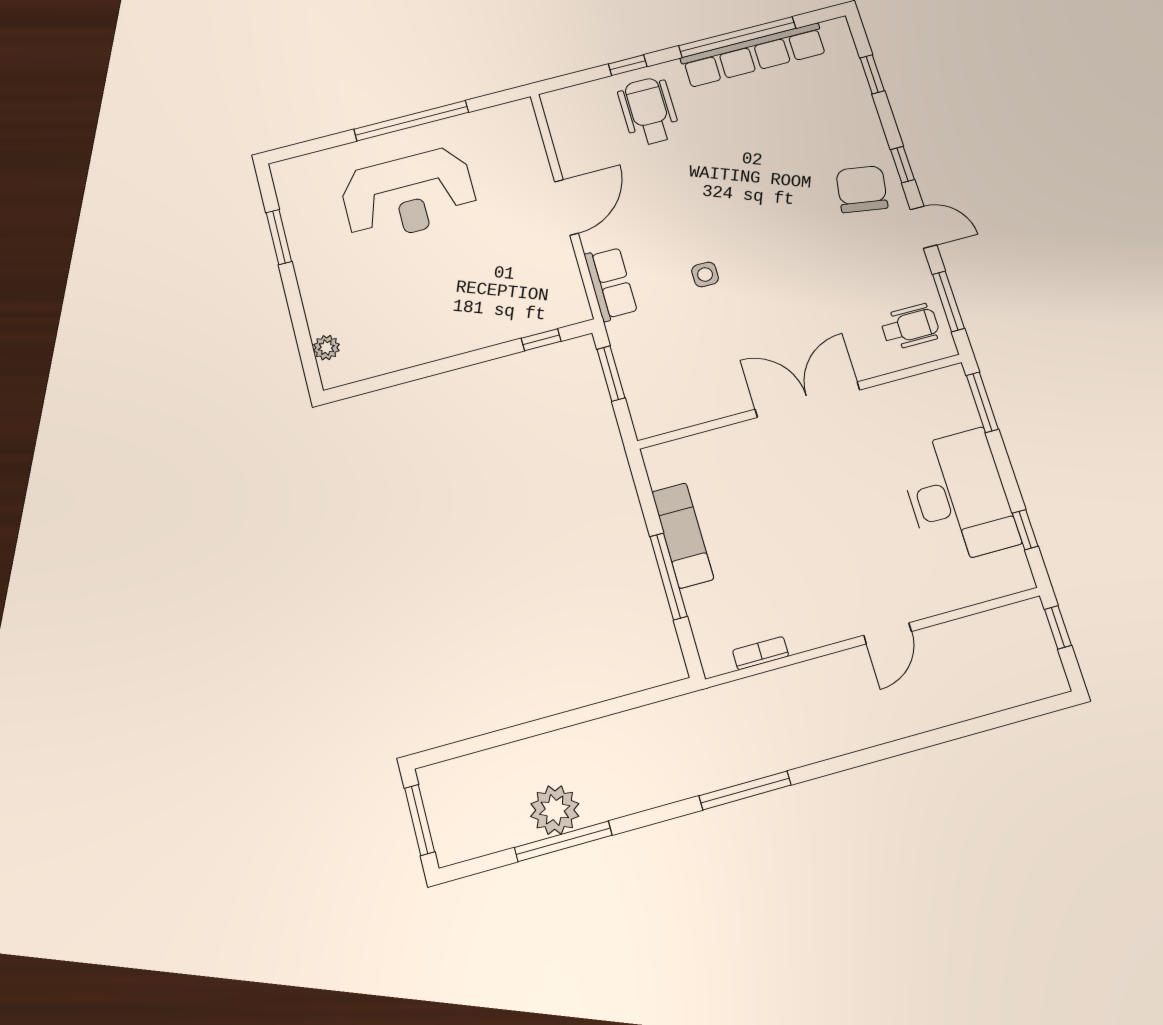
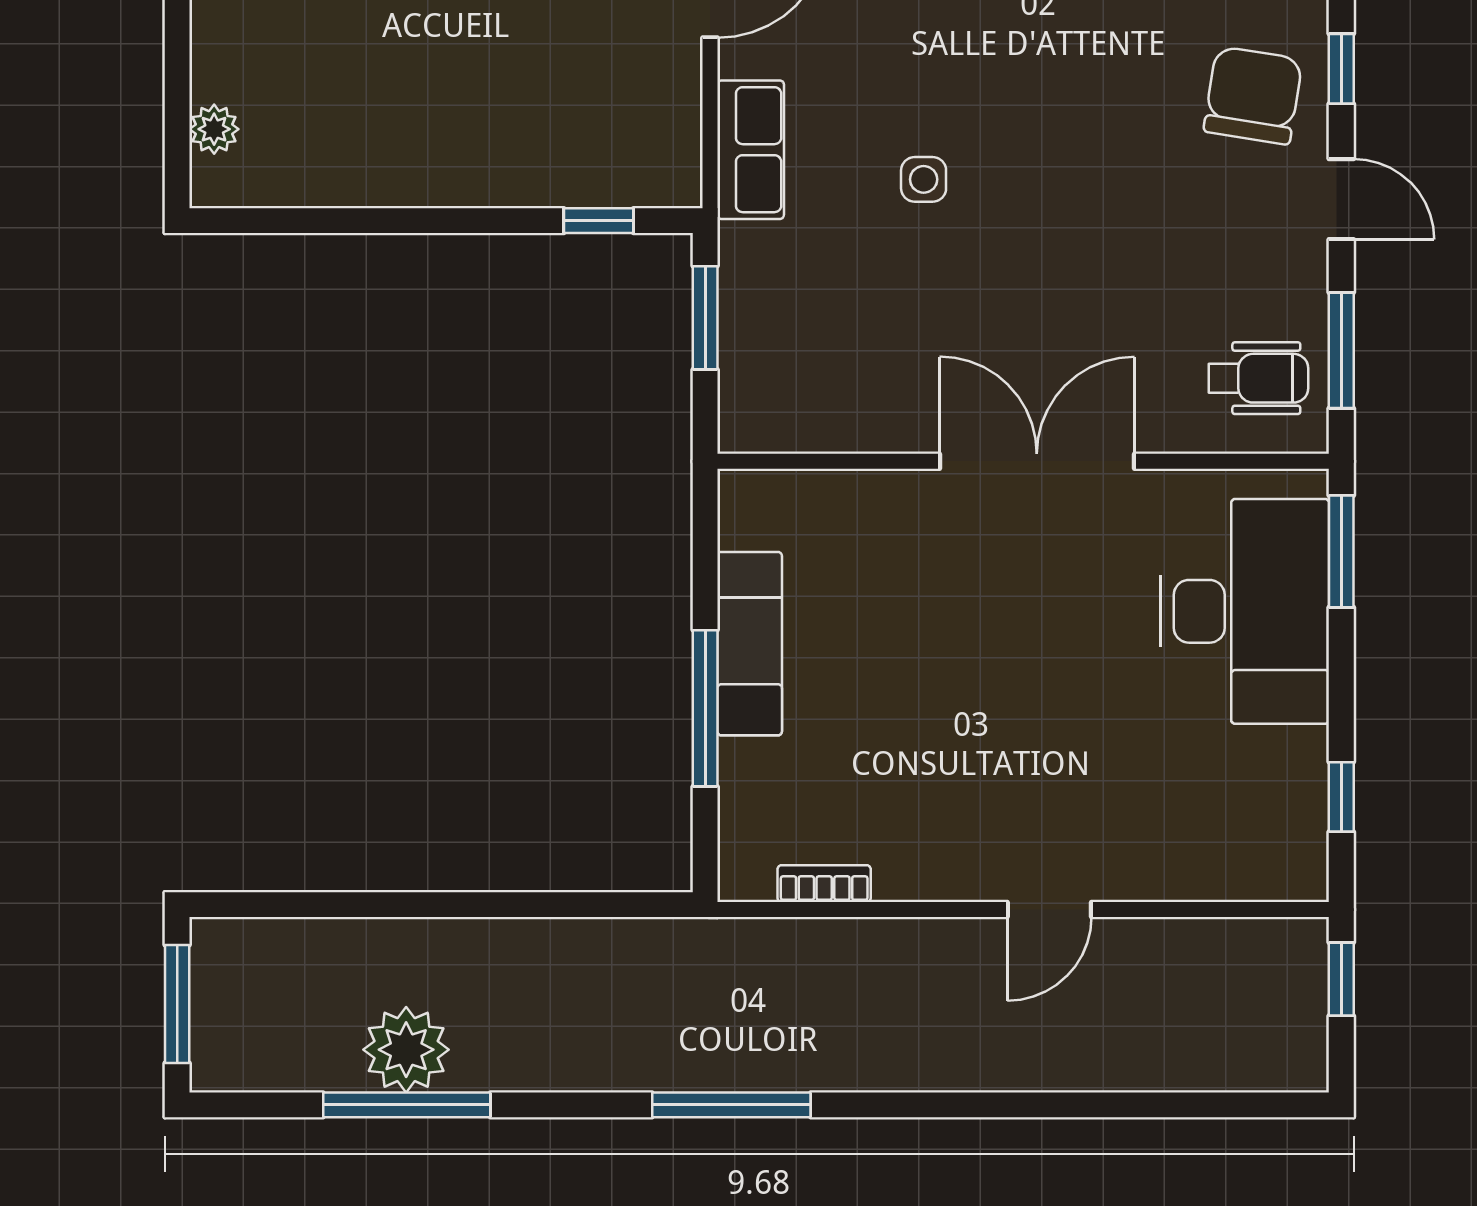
desk: (958, 497) -> (1245, 611), moved

